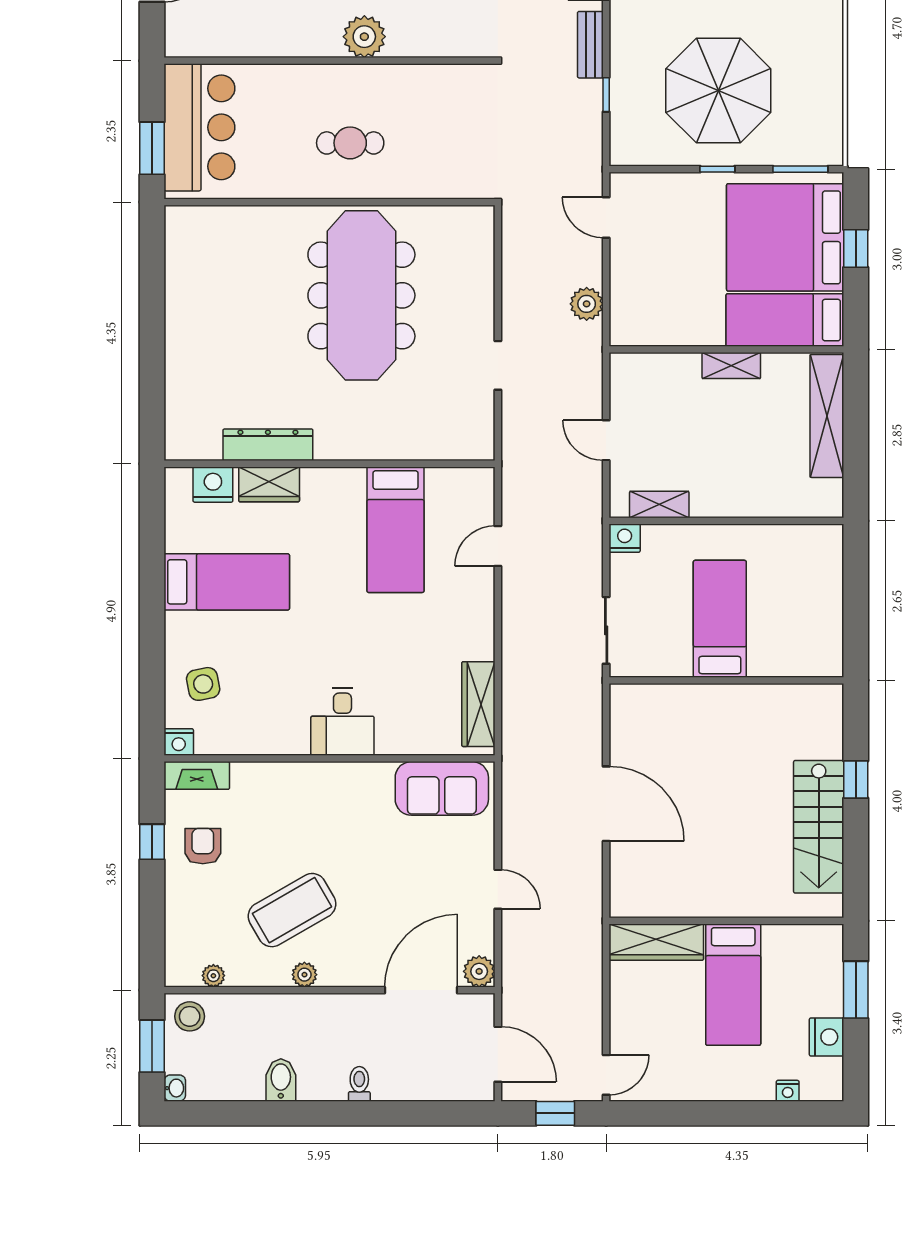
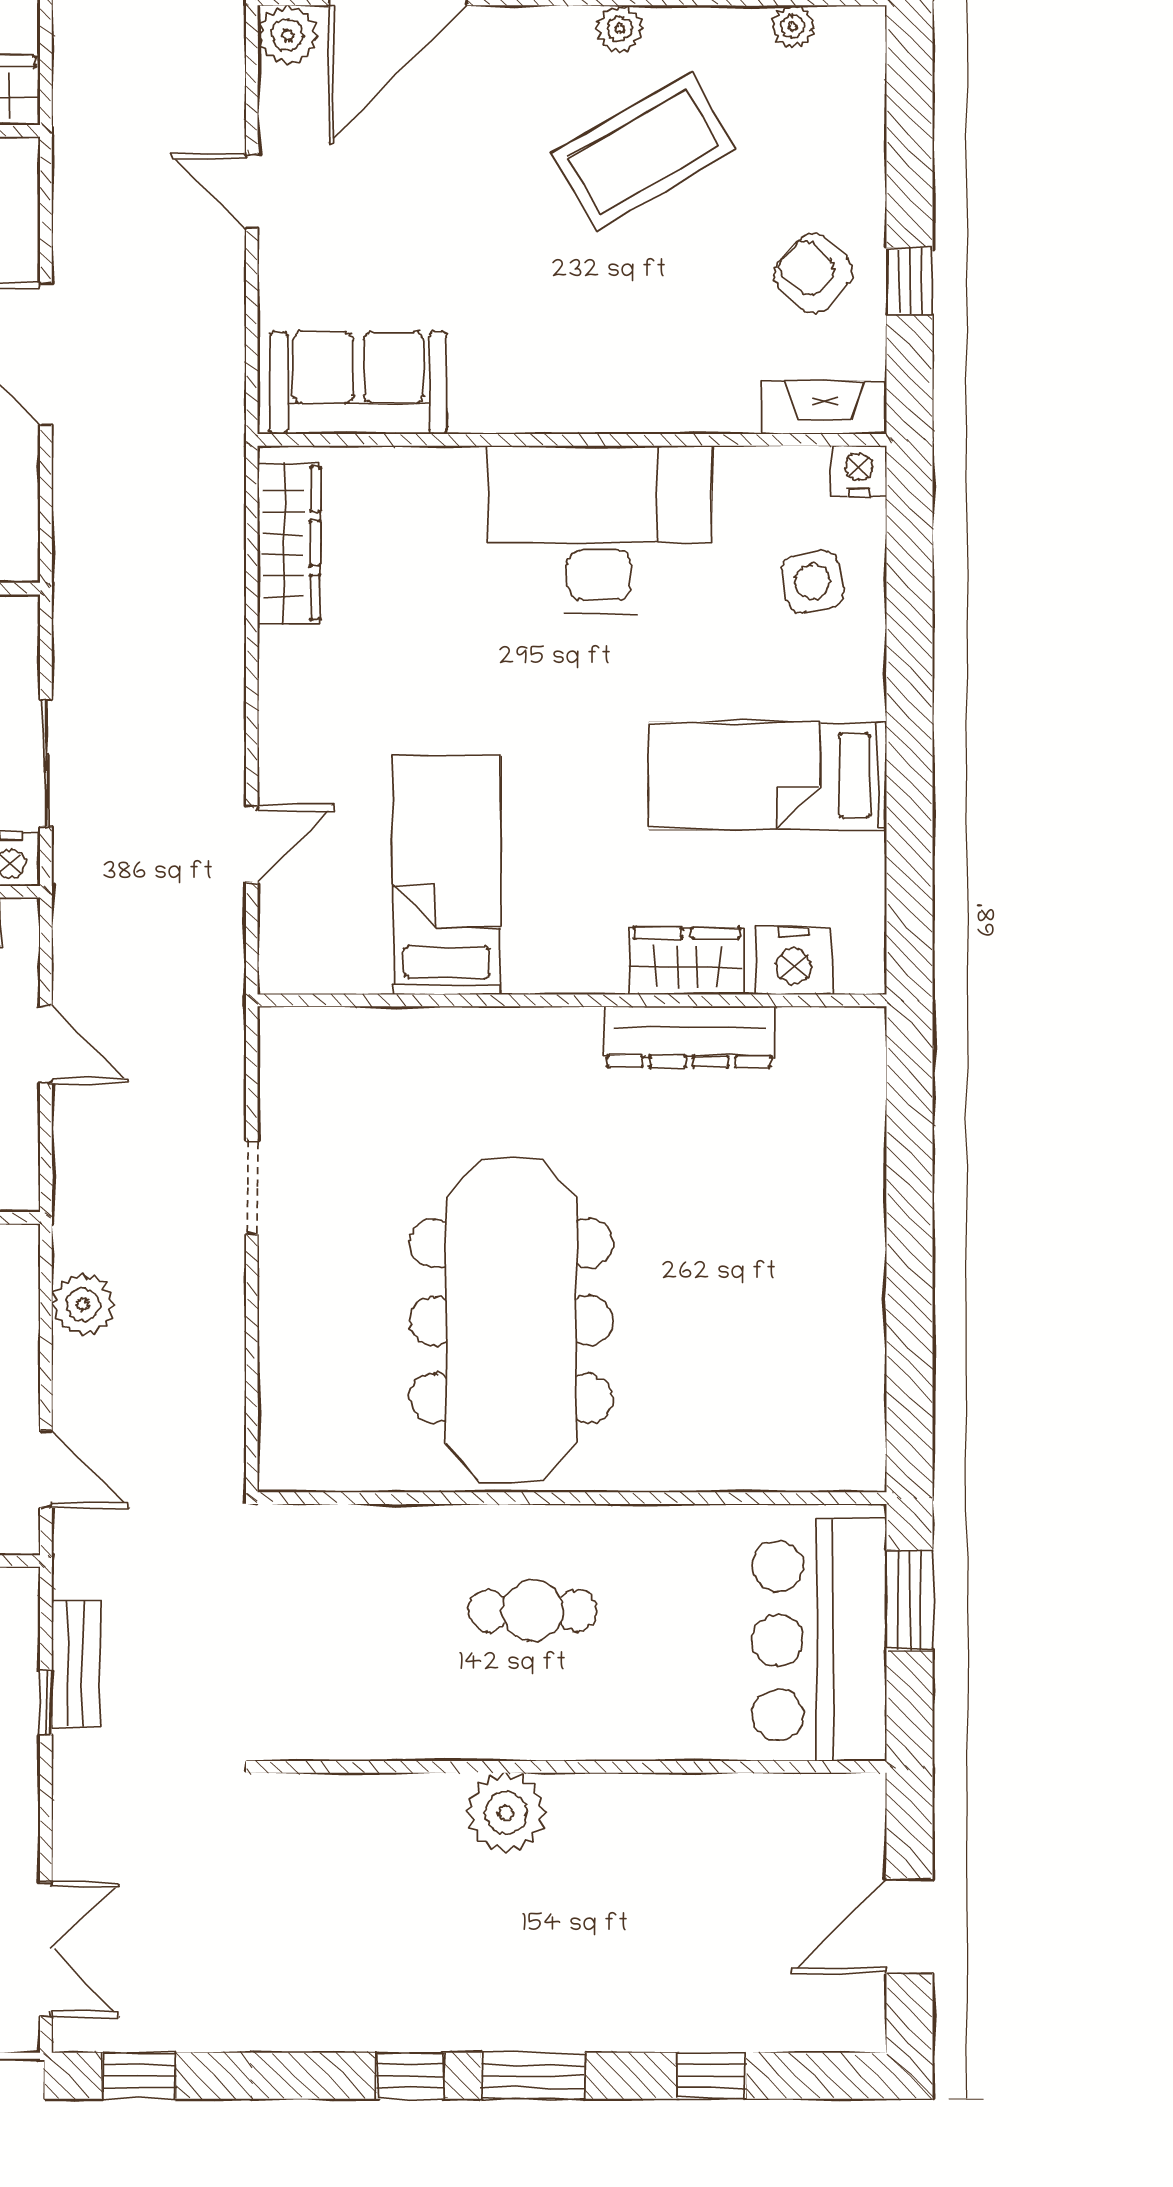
bench: (590, 45) -> (76, 1664), moved
sliding door: (606, 630) -> (46, 763), moved
desk: (342, 722) -> (600, 530), width x1.87, depth x1.30
armchair: (203, 846) -> (813, 273), turned 132

